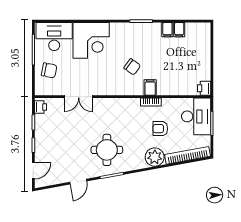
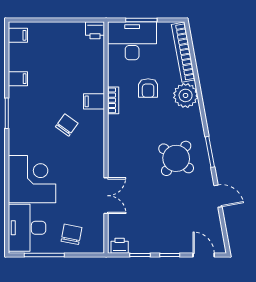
filing cabinet: (179, 30) -> (18, 35), moved
round table: (107, 150) -> (176, 158), turned 38

